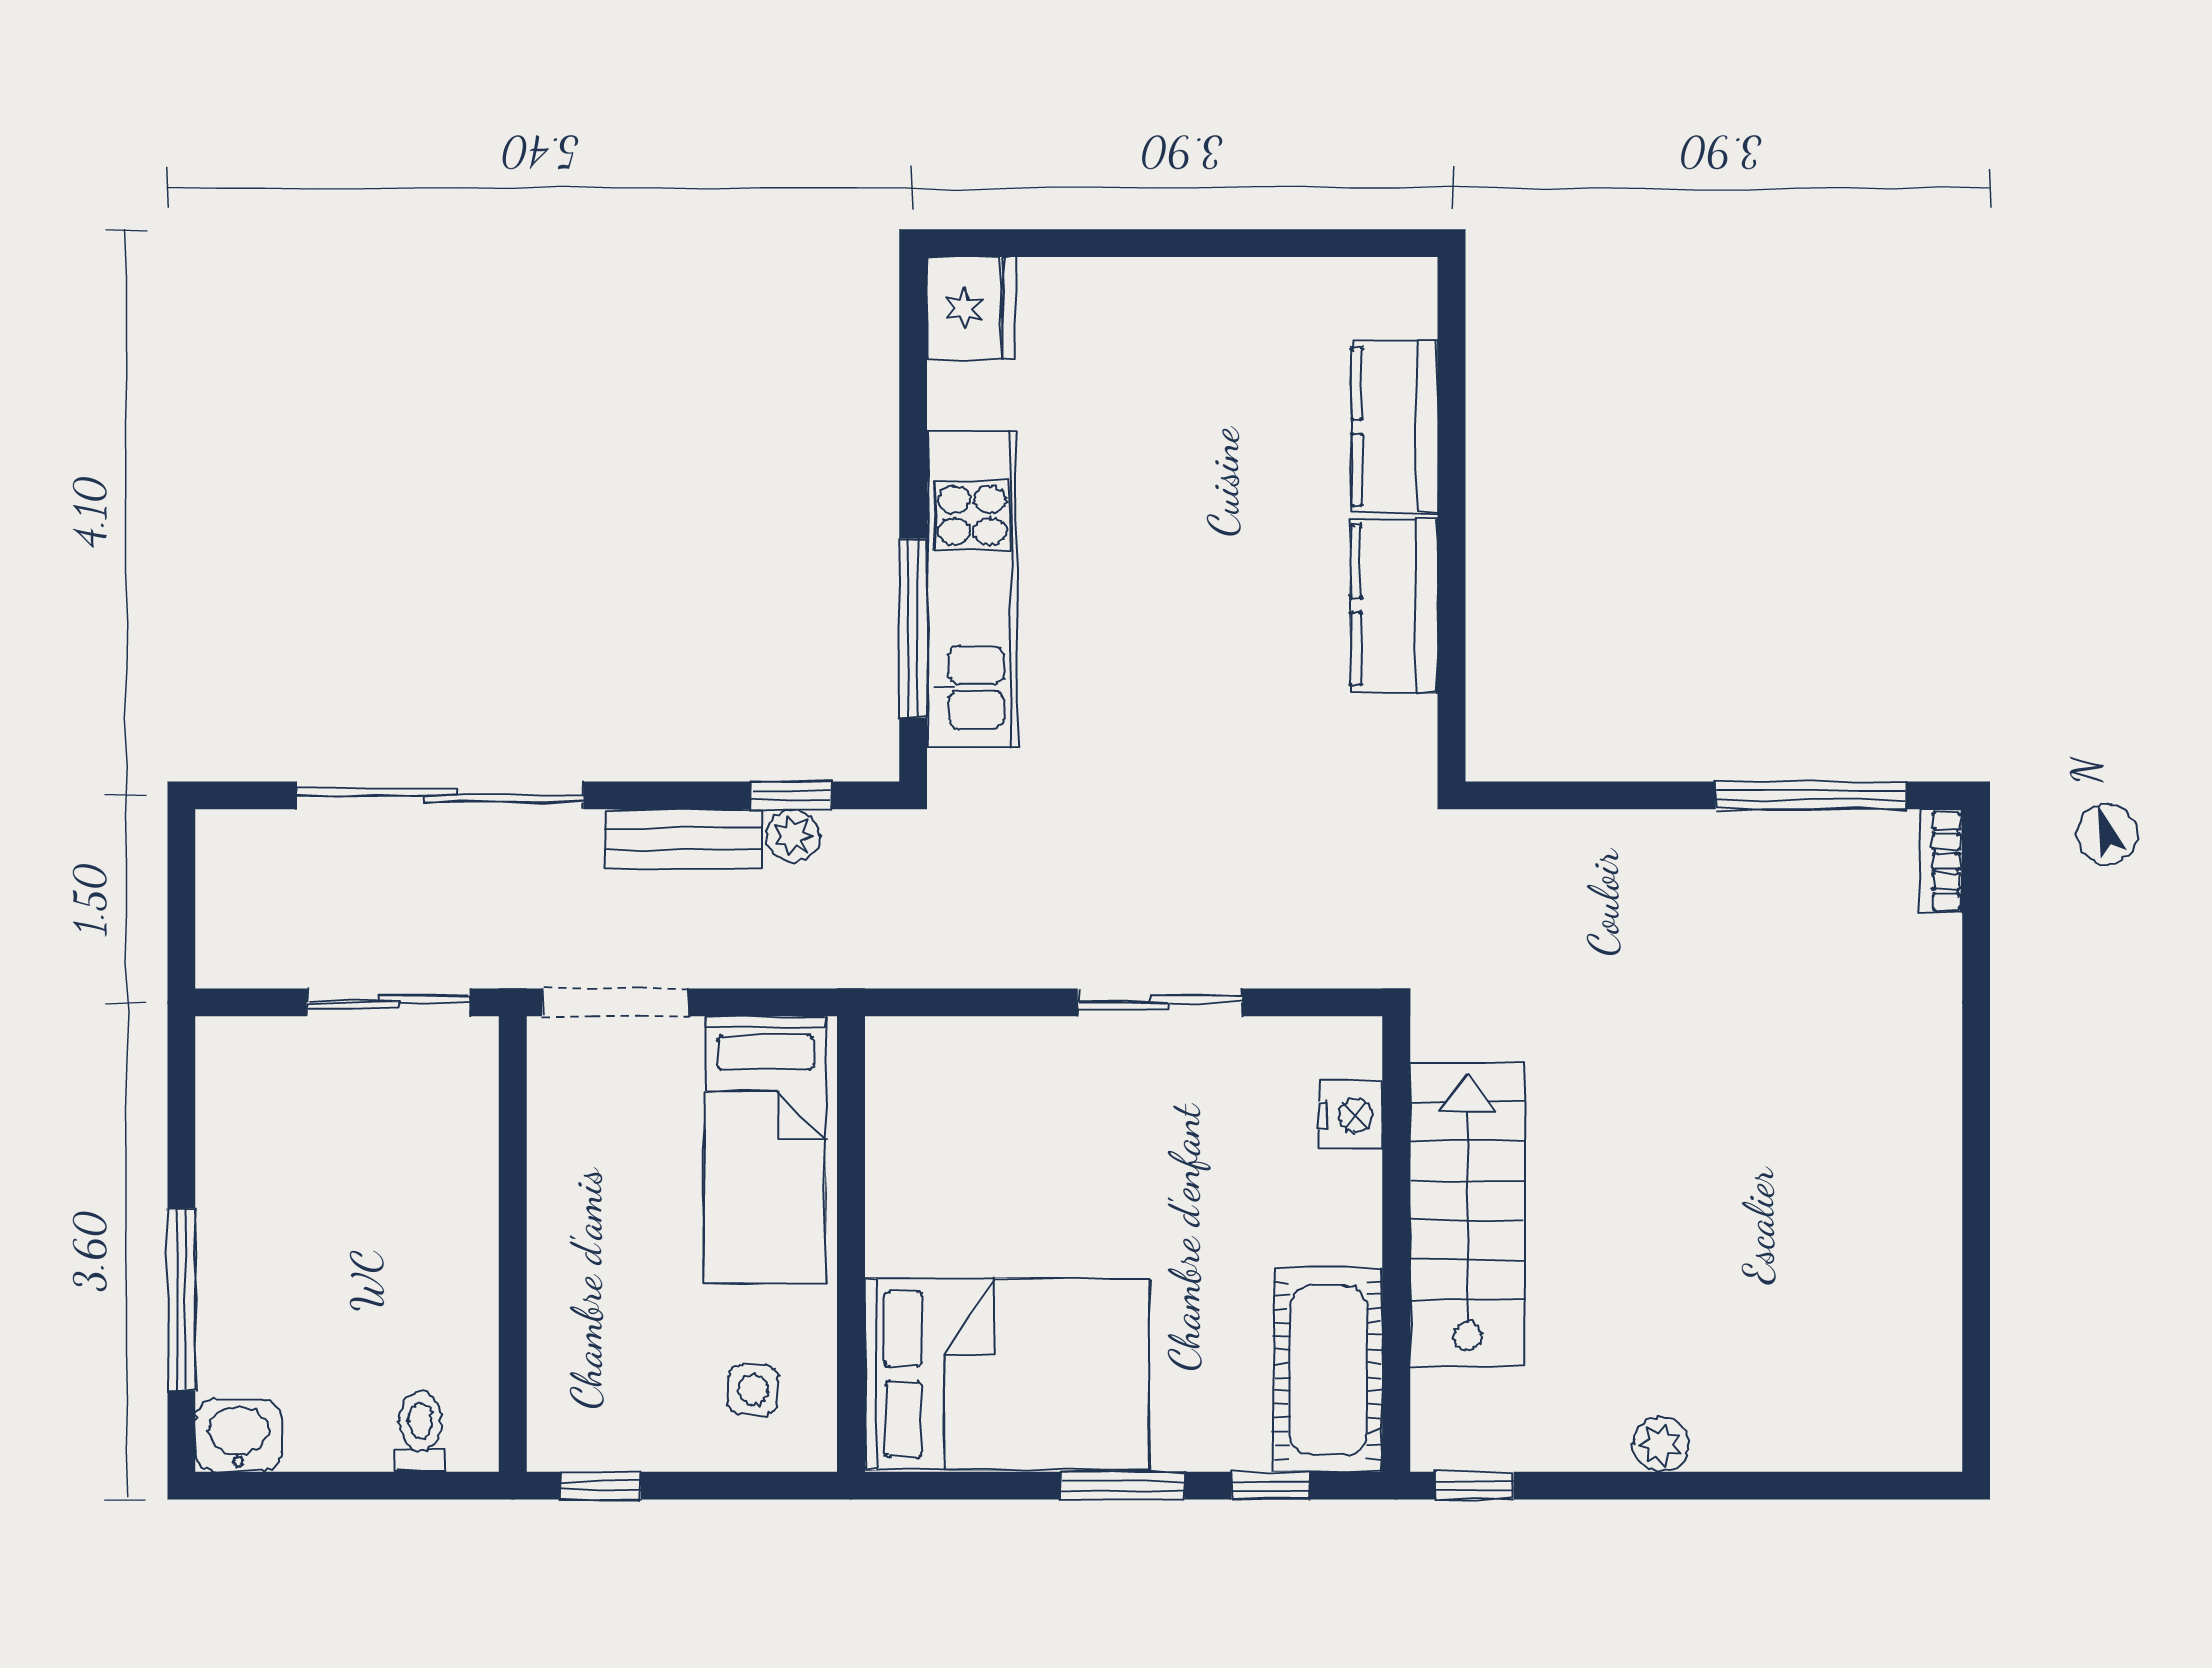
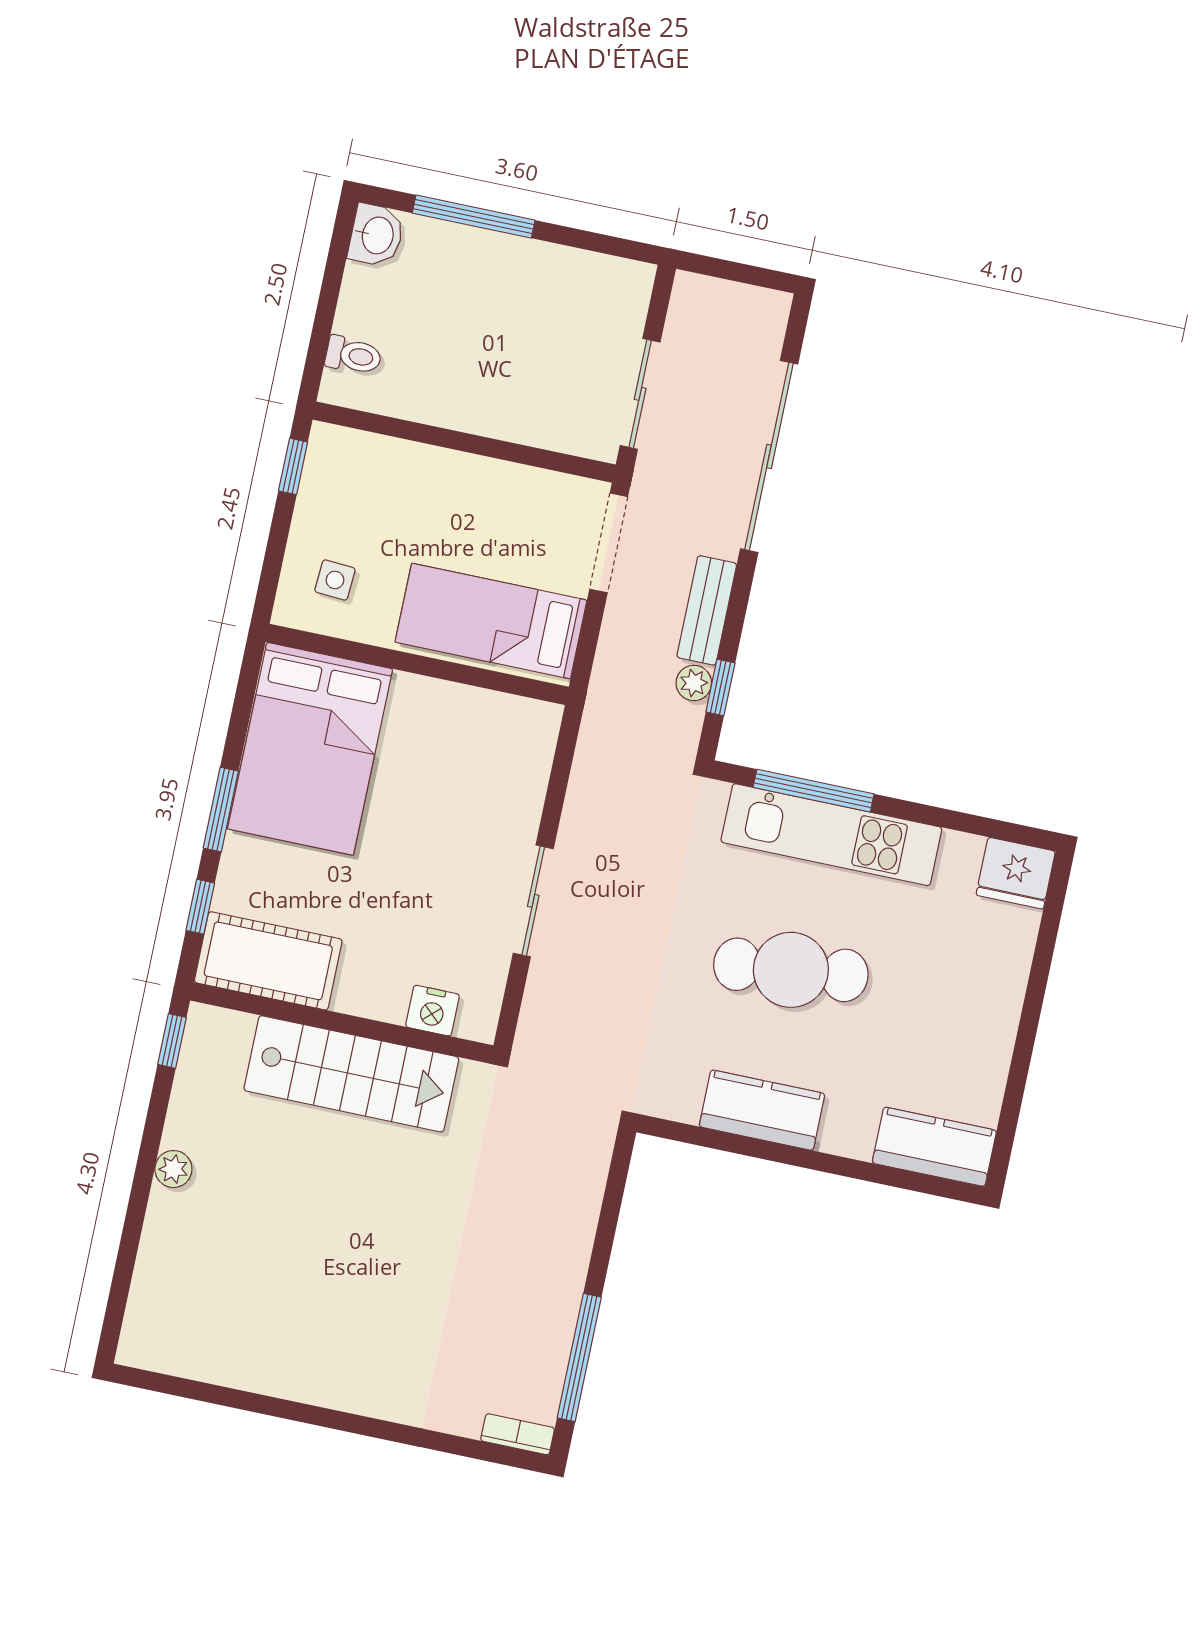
kitchen counter: (1395, 427) -> (934, 1147), moved
cafe table: (1181, 606) -> (791, 970), added

